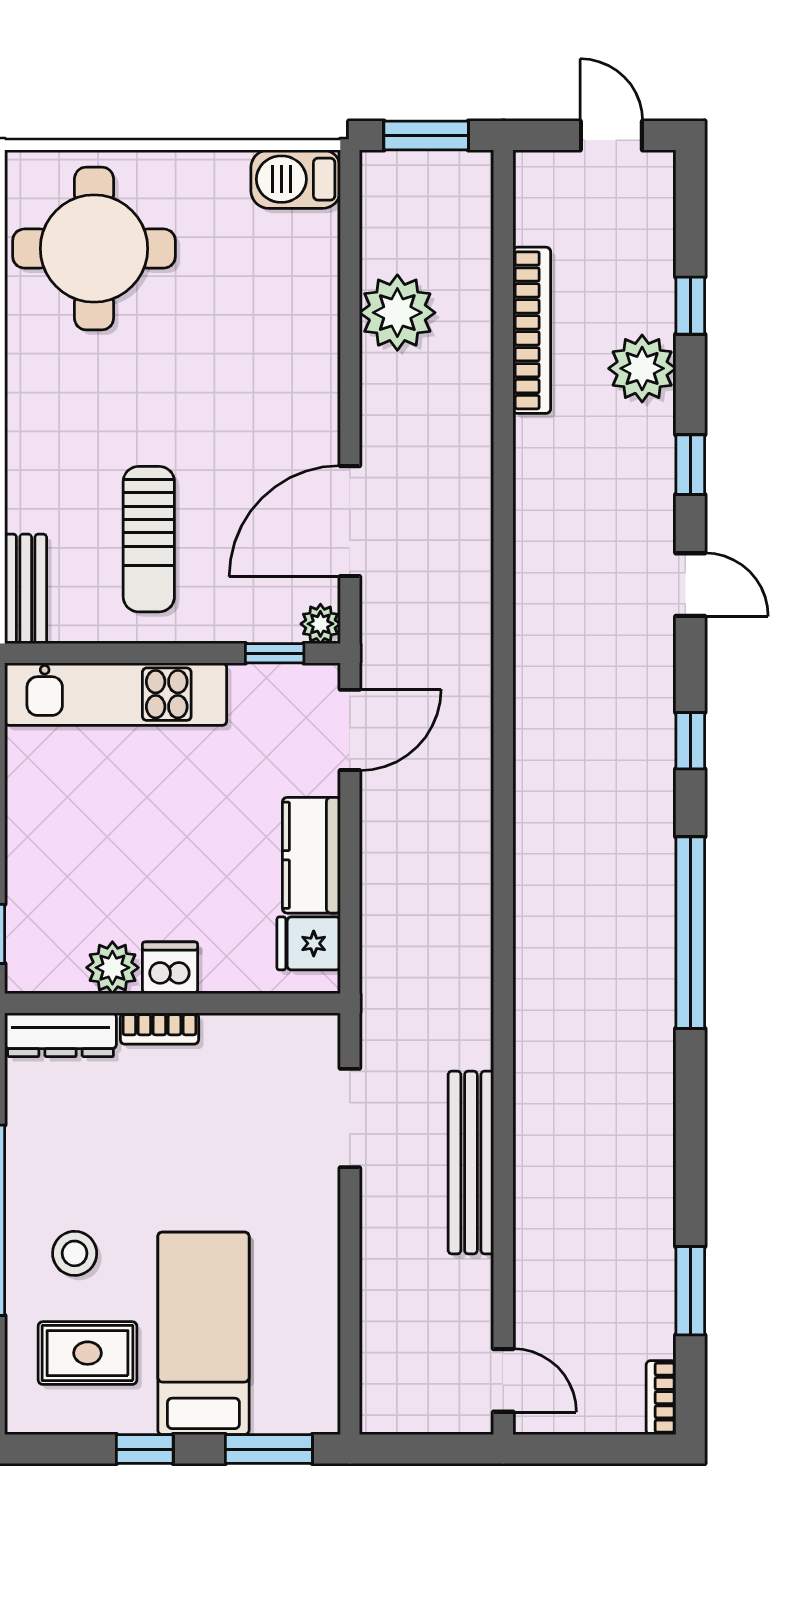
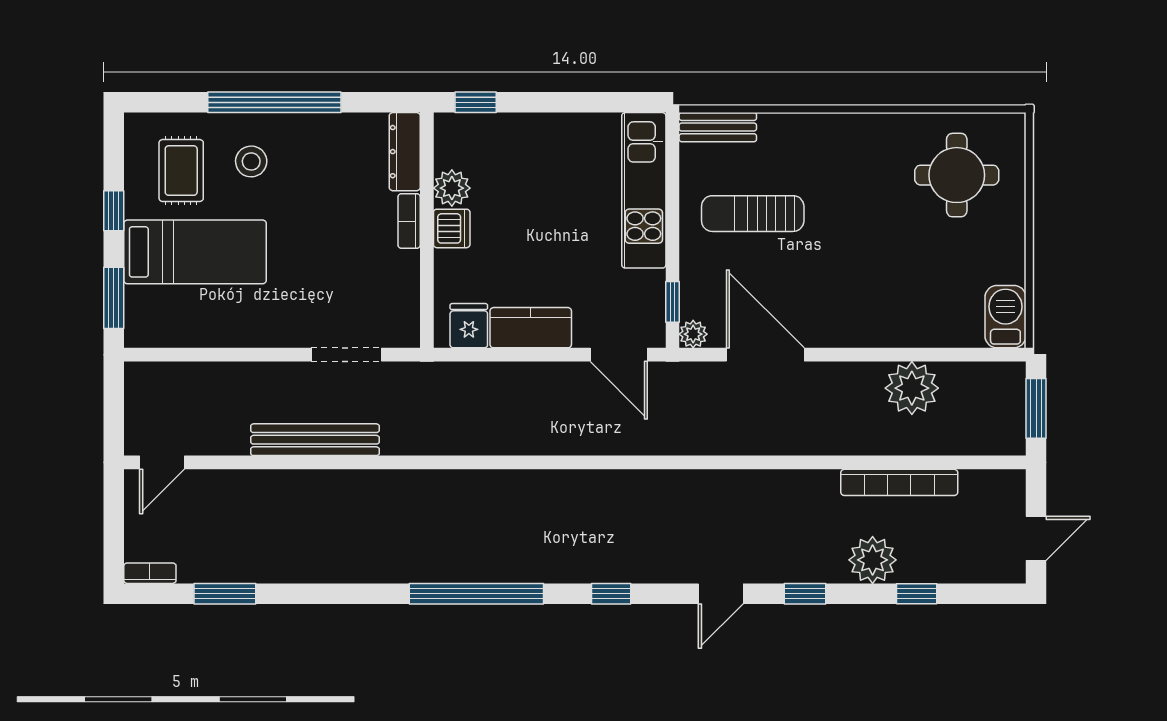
round table: (94, 249) -> (957, 175), width x0.73, depth x0.73

